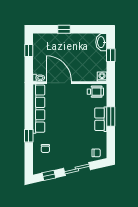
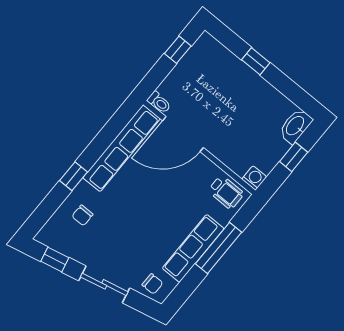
door: (59, 83) -> (183, 134), swing flipped
window: (111, 117) -> (218, 248), width x1.44
row of seats: (101, 119) -> (193, 248), width x1.48

